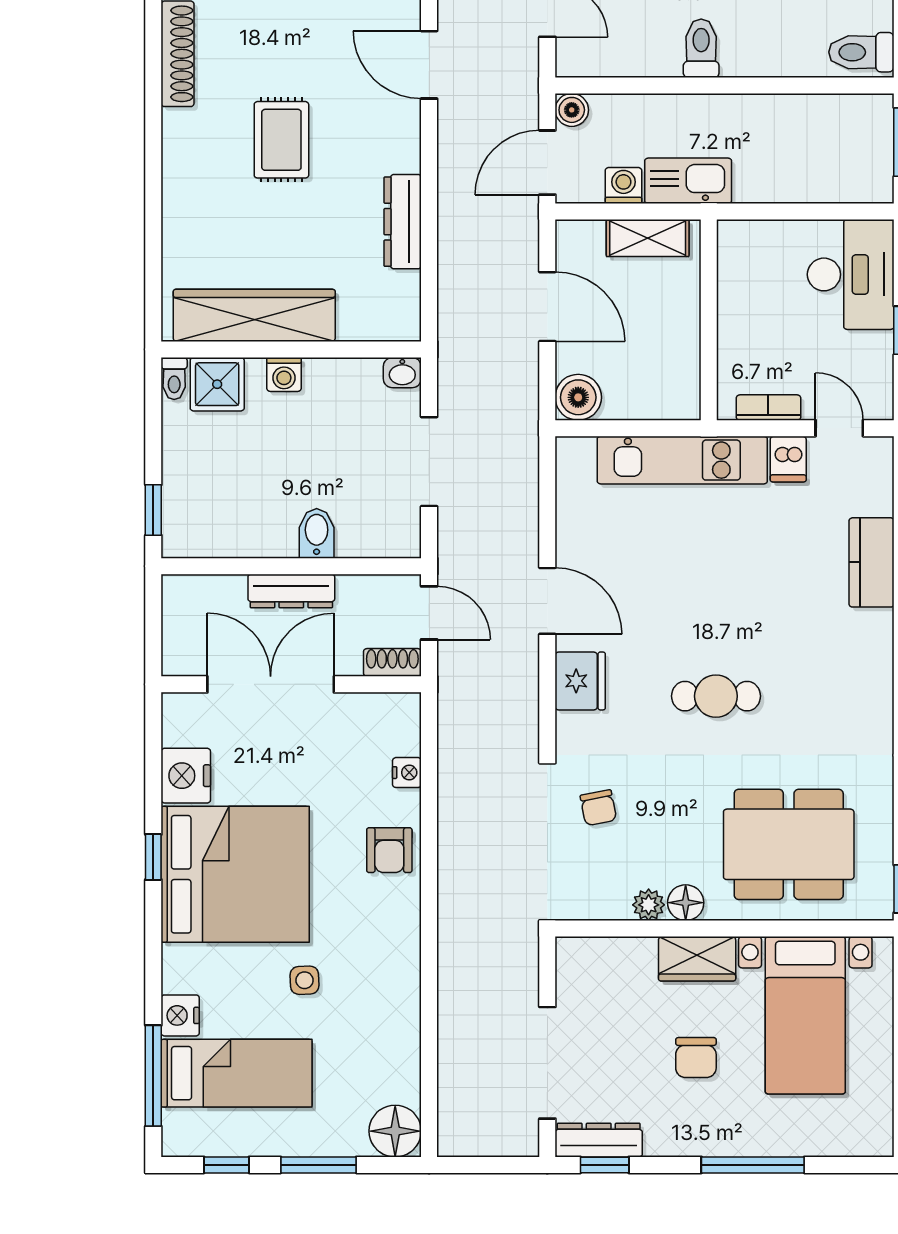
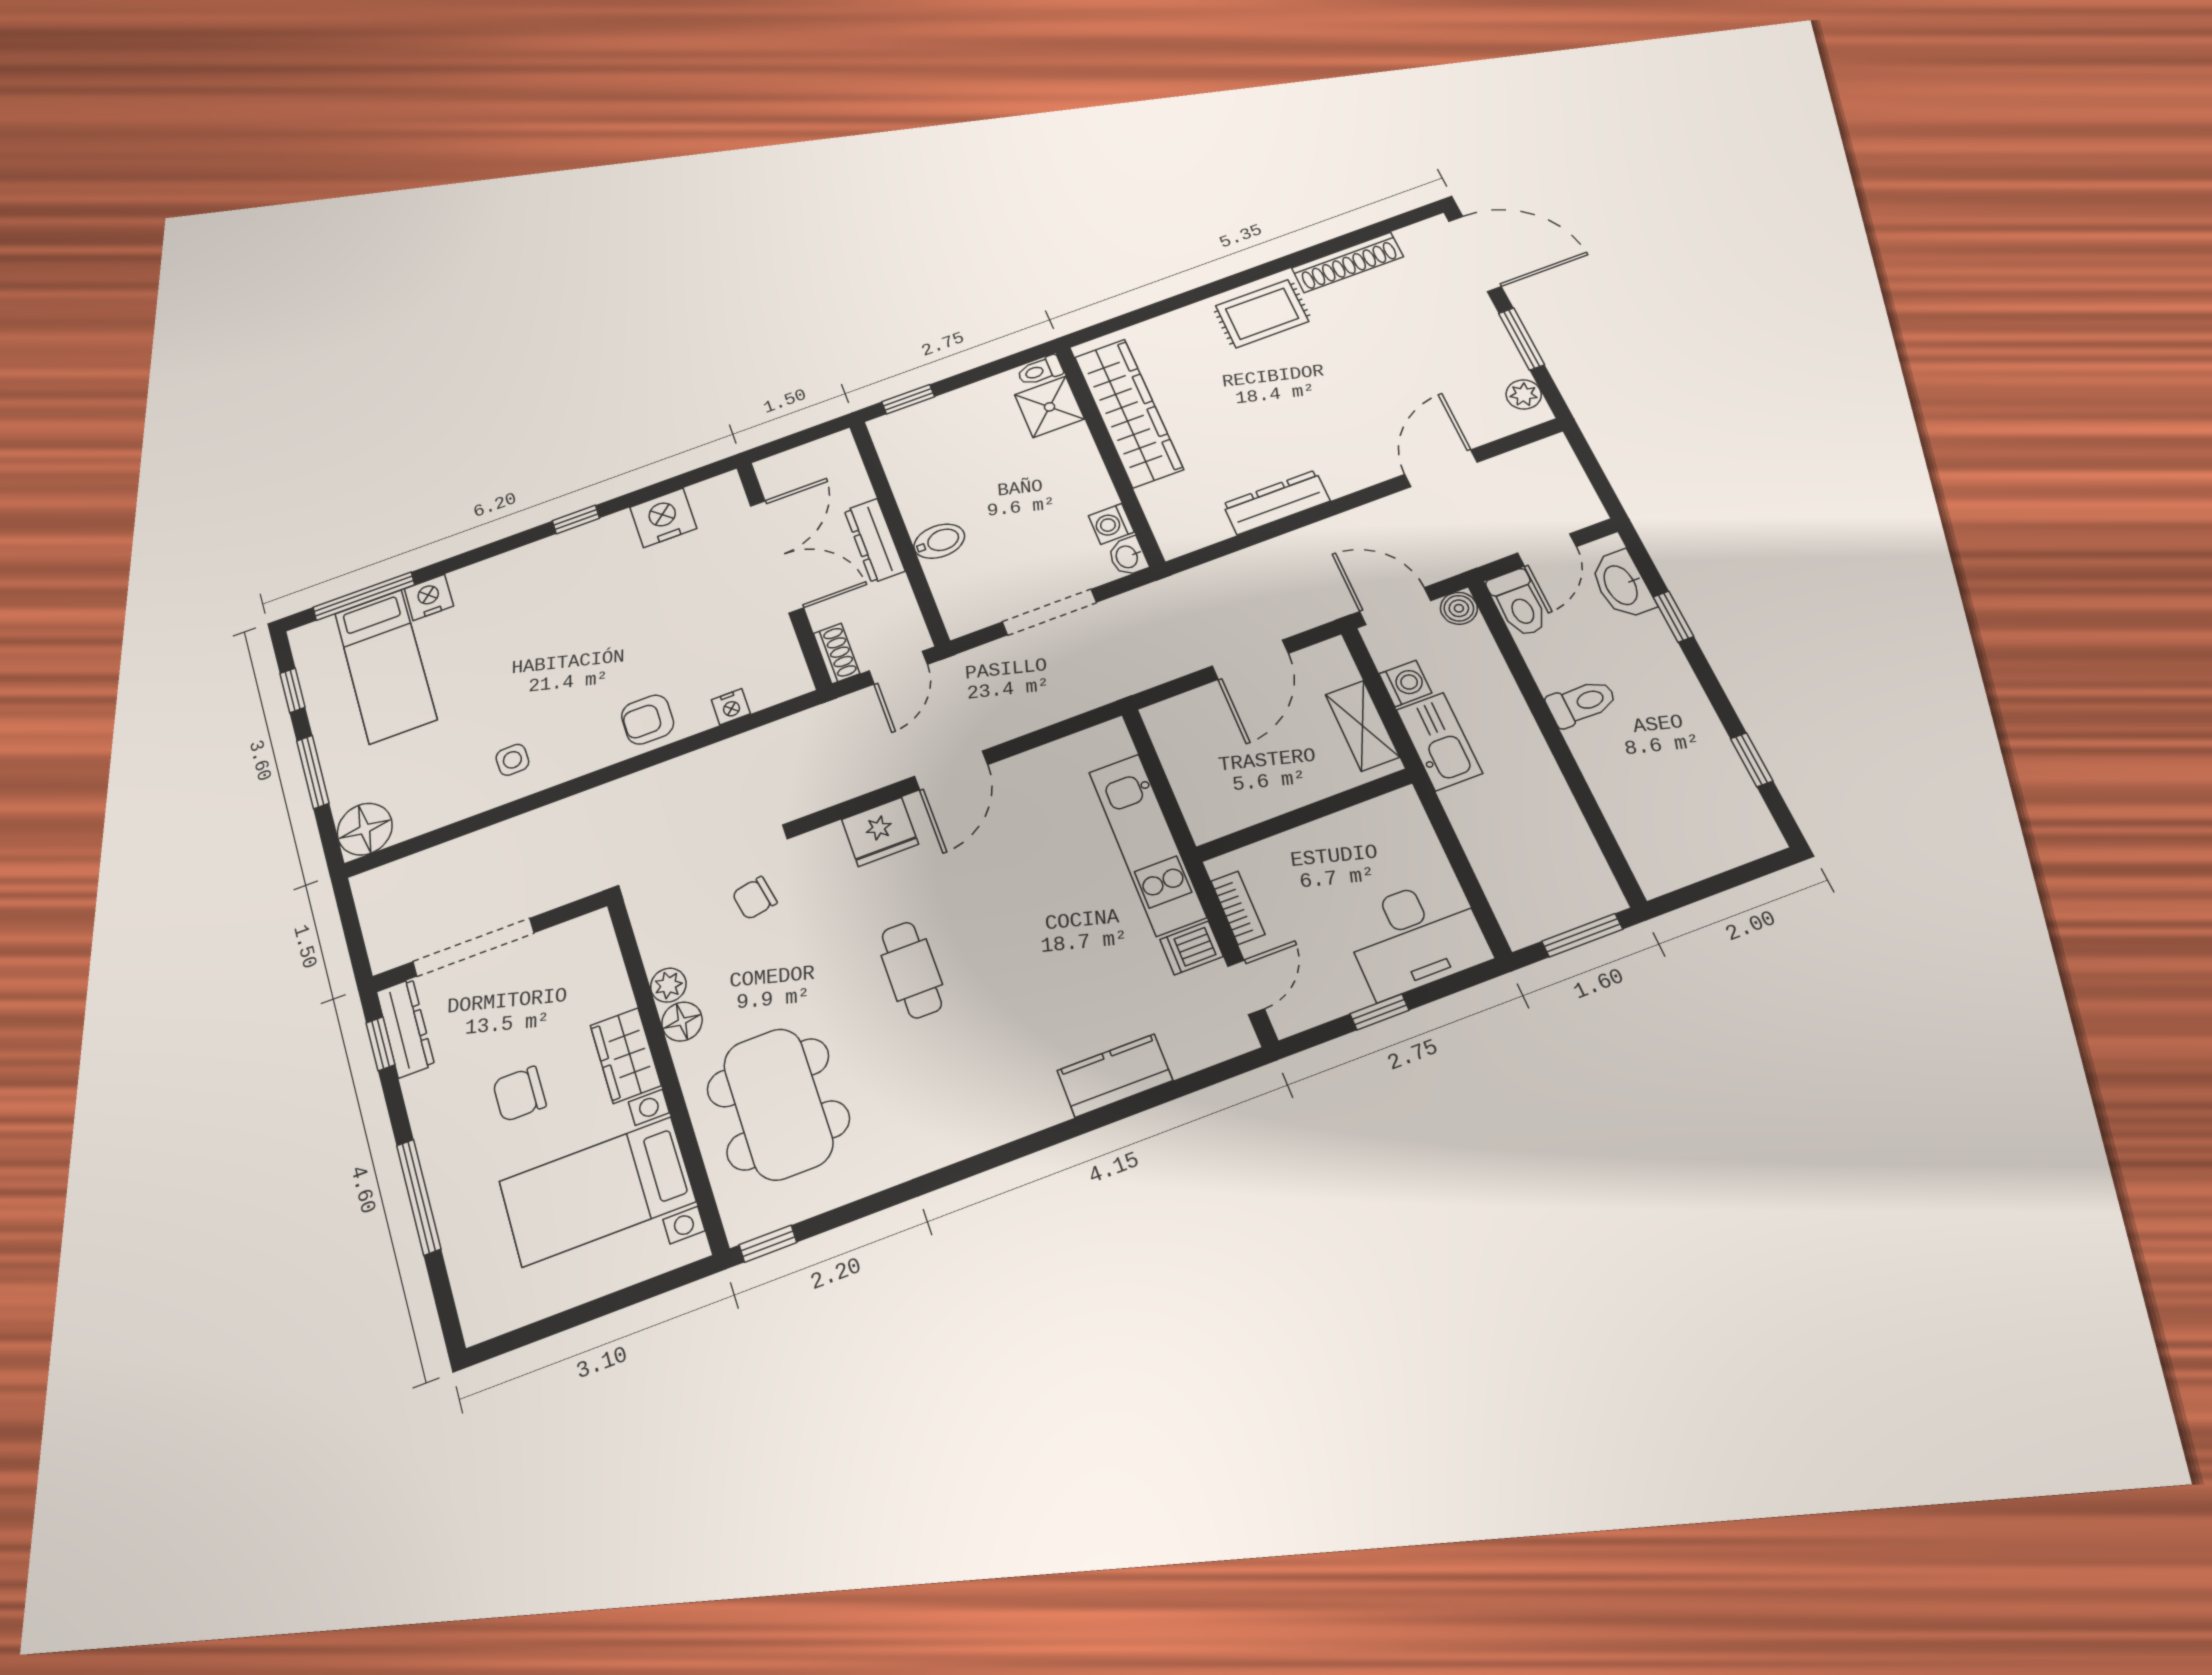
toilet: (861, 52) -> (1519, 603), moved, turned 180
rug: (281, 140) -> (1262, 314), moved
washing machine: (284, 374) -> (1111, 524), moved
boiler: (578, 397) -> (1171, 722), removed
bed: (235, 874) -> (581, 594), removed
side table: (305, 980) -> (512, 760), moved

